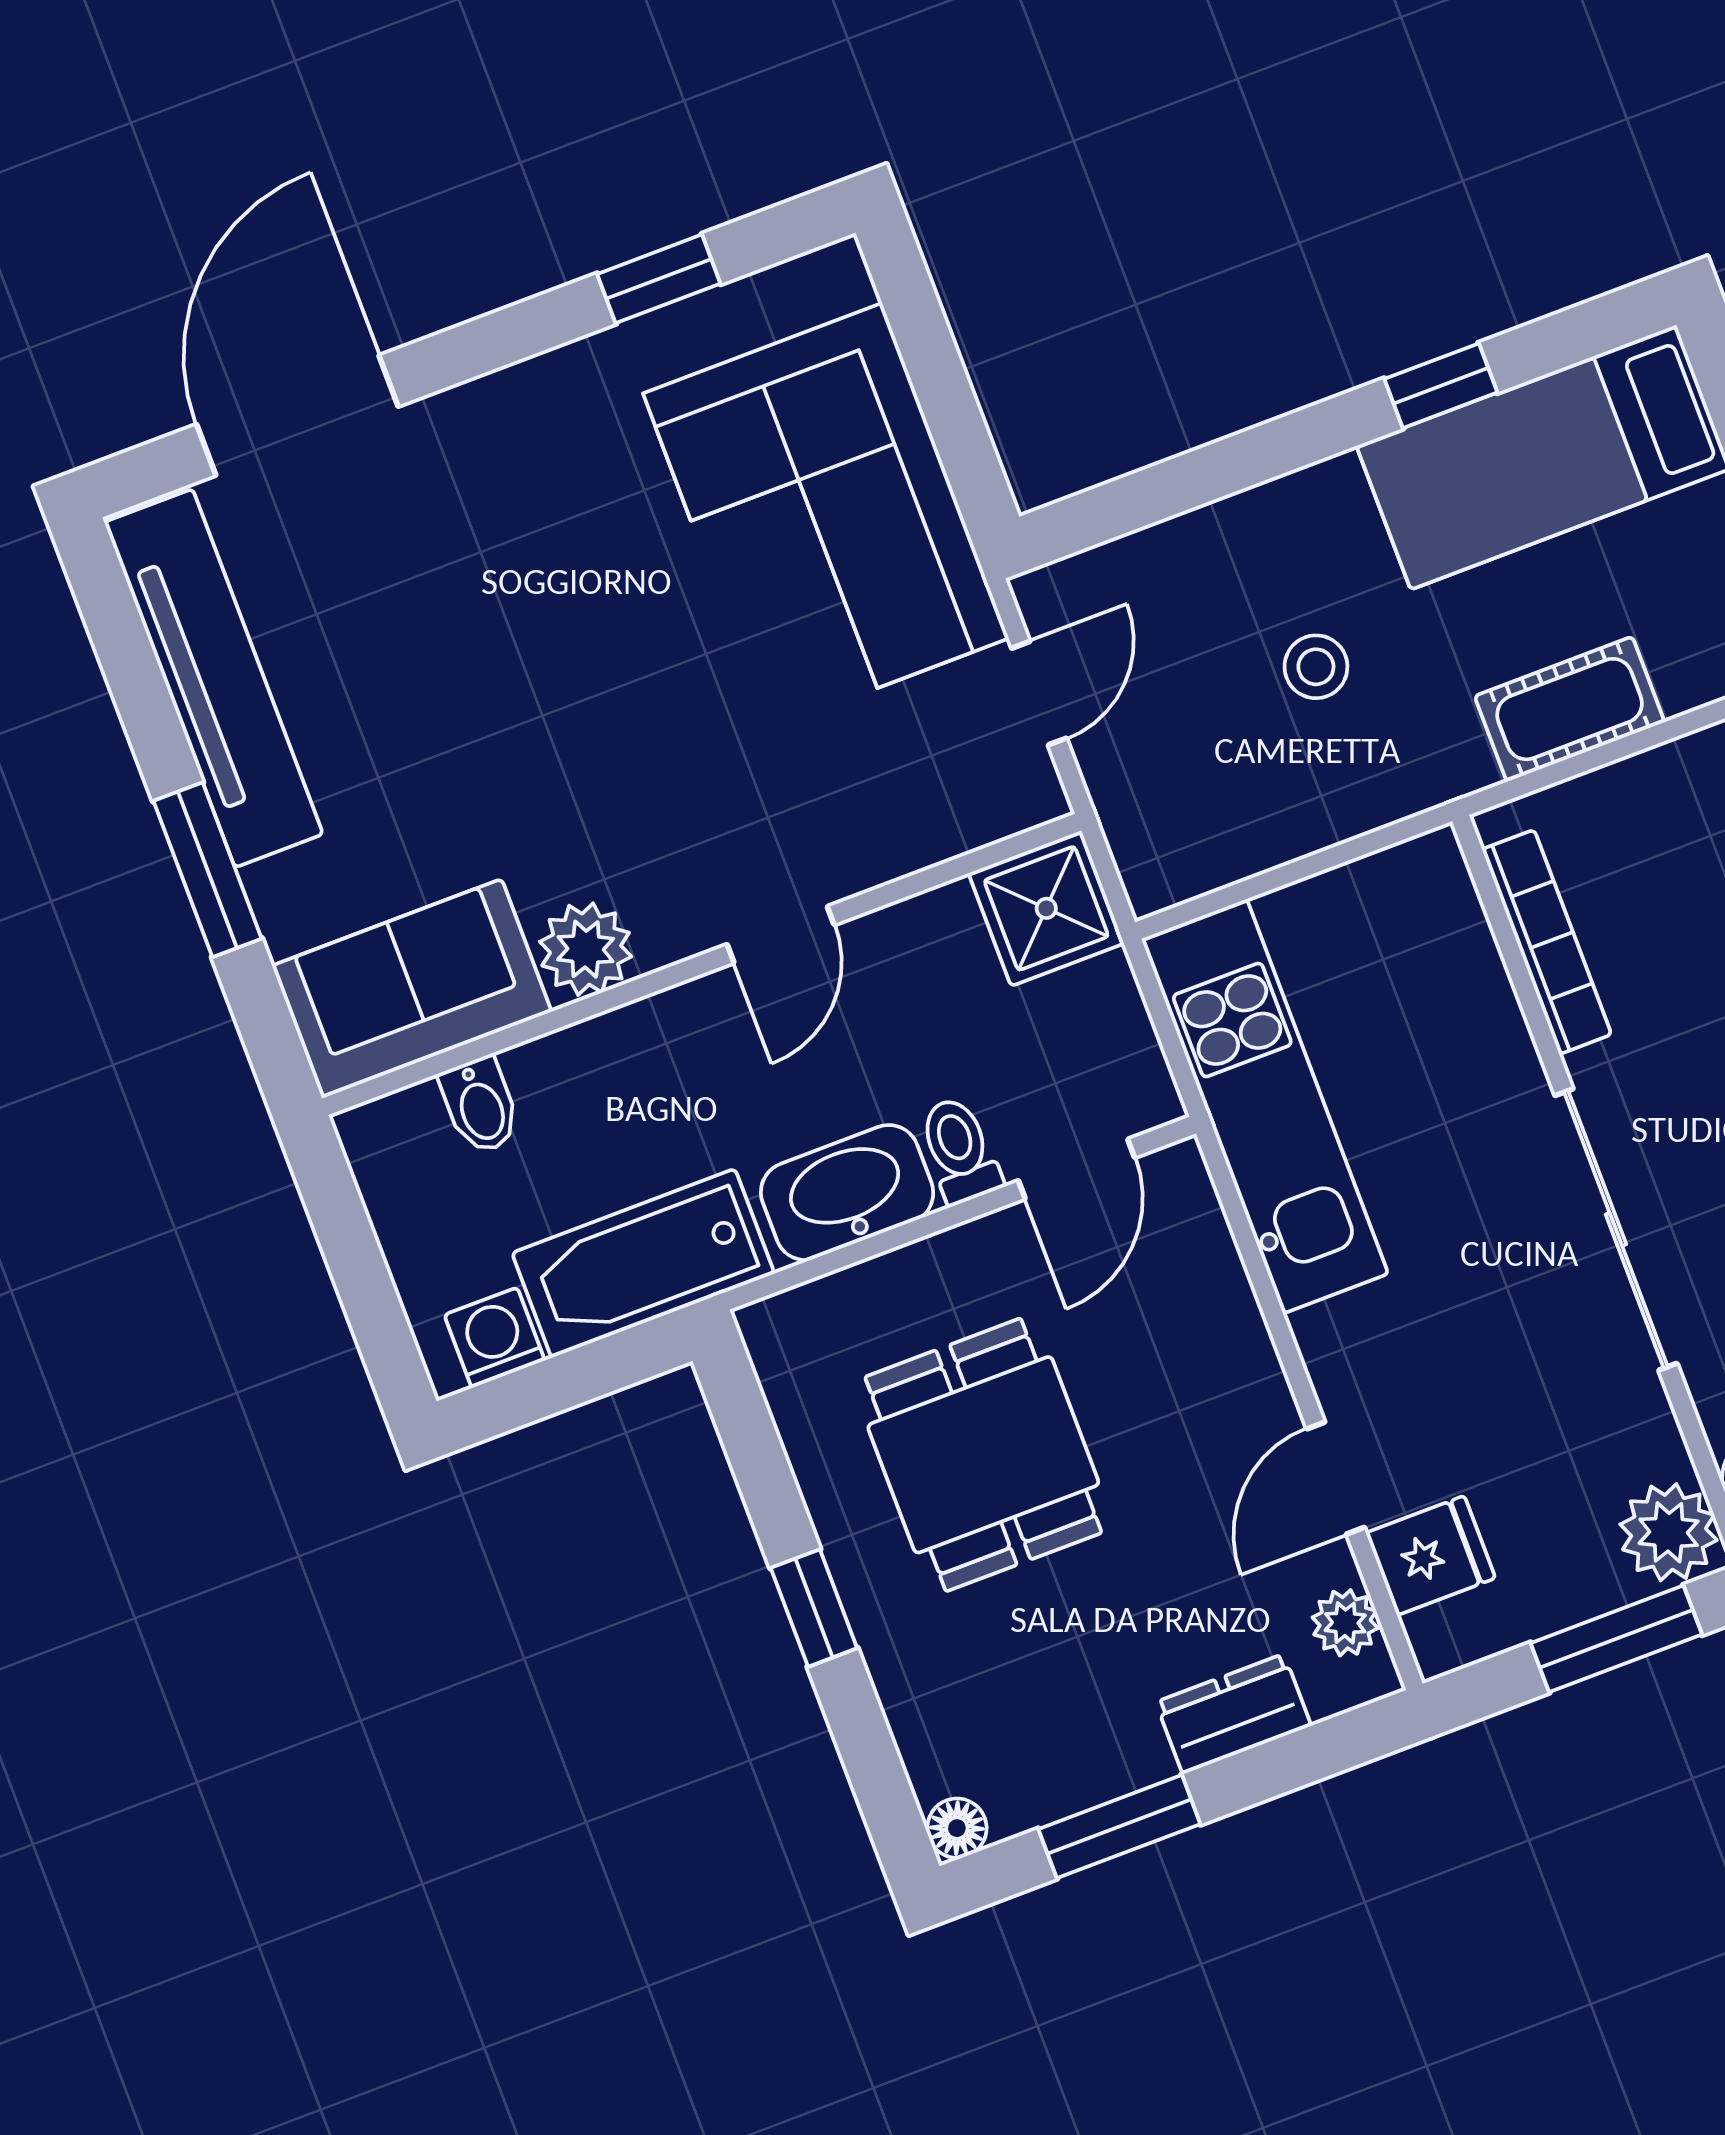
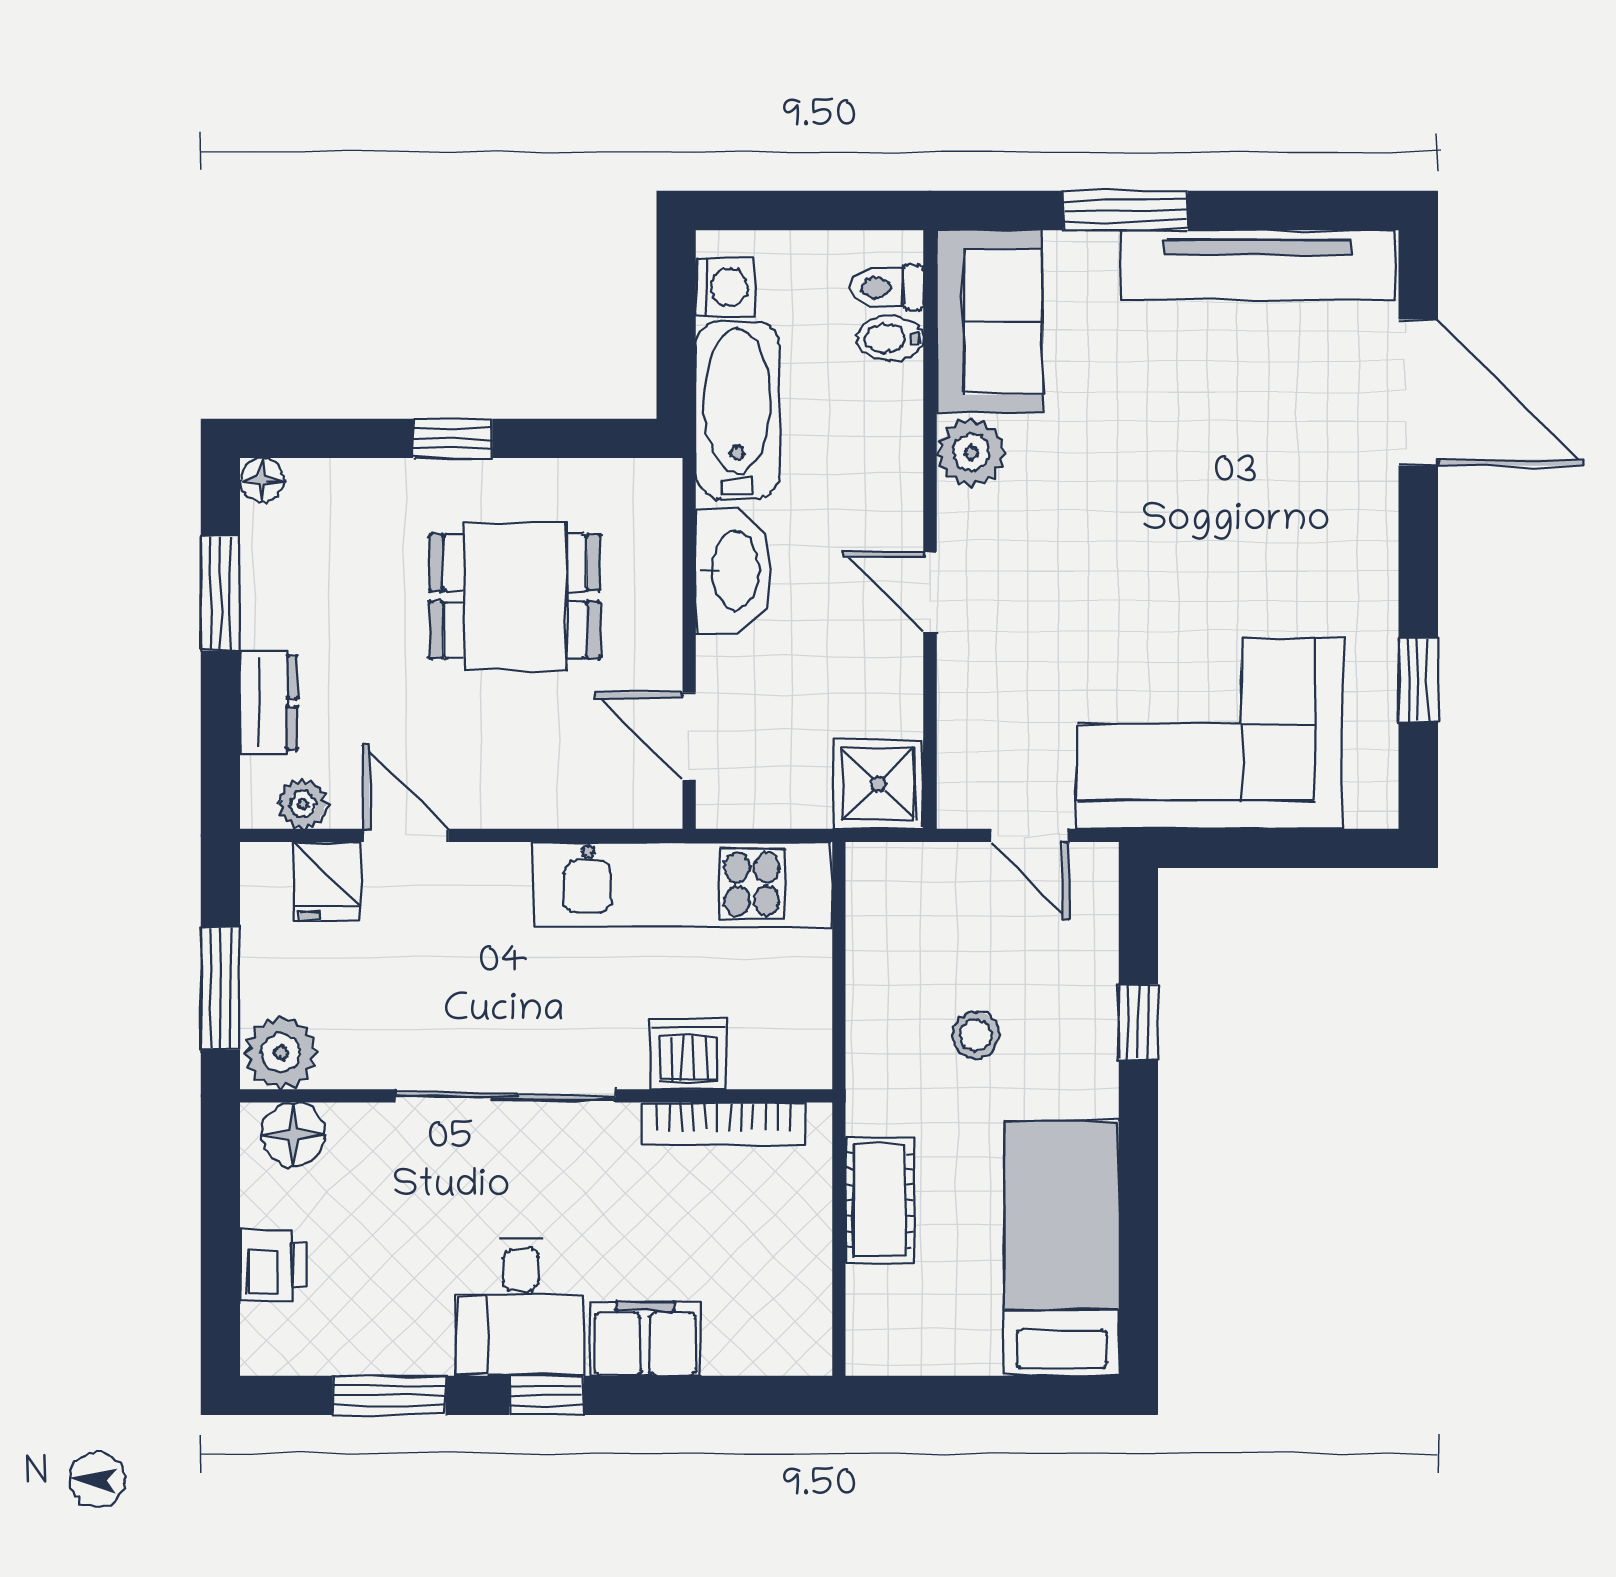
window: (1441, 386) -> (1138, 1022), moved
dishwasher: (1476, 1019) -> (689, 1054), added
toilet: (960, 1150) -> (886, 287), moved, turned 180

